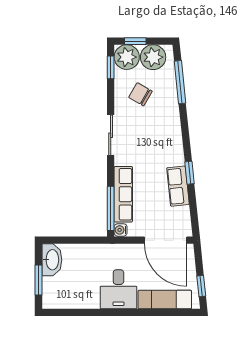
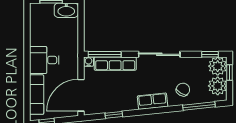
chair: (140, 94) -> (183, 90), moved
sliding door: (111, 135) -> (159, 54), width x1.37
window: (189, 173) -> (114, 115), moved
row of seats: (178, 186) -> (153, 101), moved

